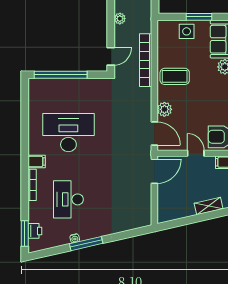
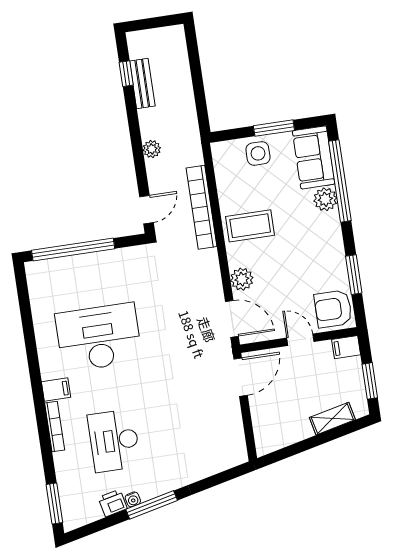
printer: (35, 231) -> (113, 503), moved, turned -103

